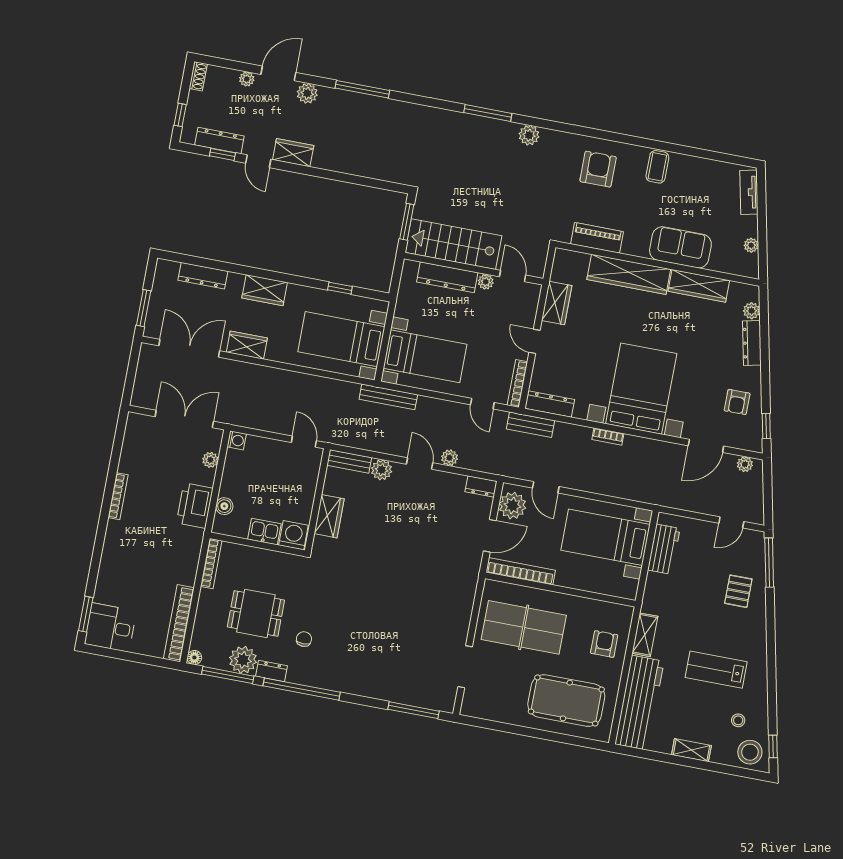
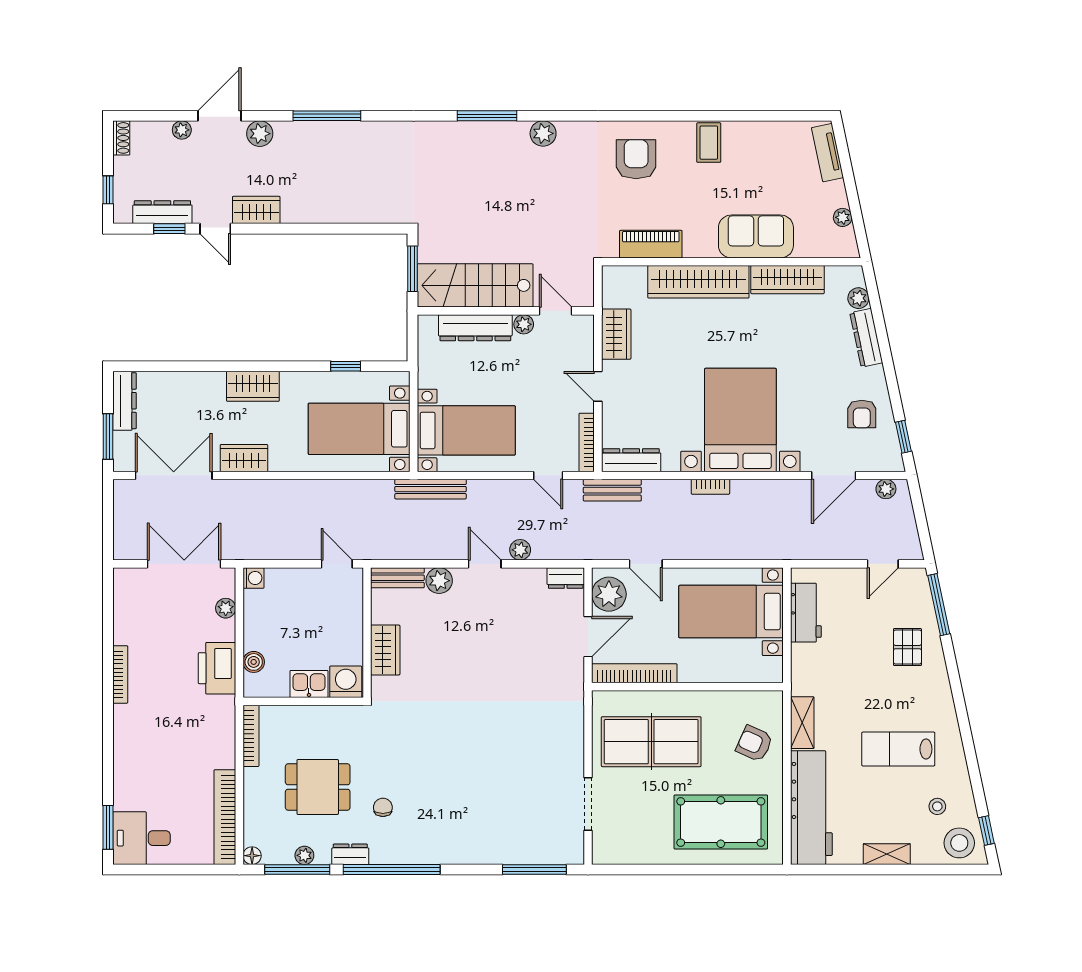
dresser: (203, 276) -> (124, 401), moved, turned -90
armchair: (604, 644) -> (754, 744), turned -66
plant: (243, 660) -> (304, 855), width x0.53, depth x0.53

